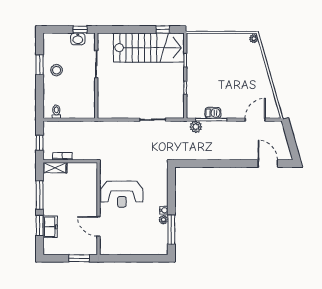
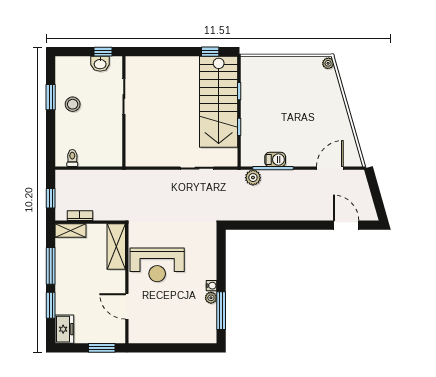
stairs: (149, 48) -> (219, 102), moved, turned 90
shelving: (90, 180) -> (116, 246), added
freezer: (50, 227) -> (64, 329), moved

